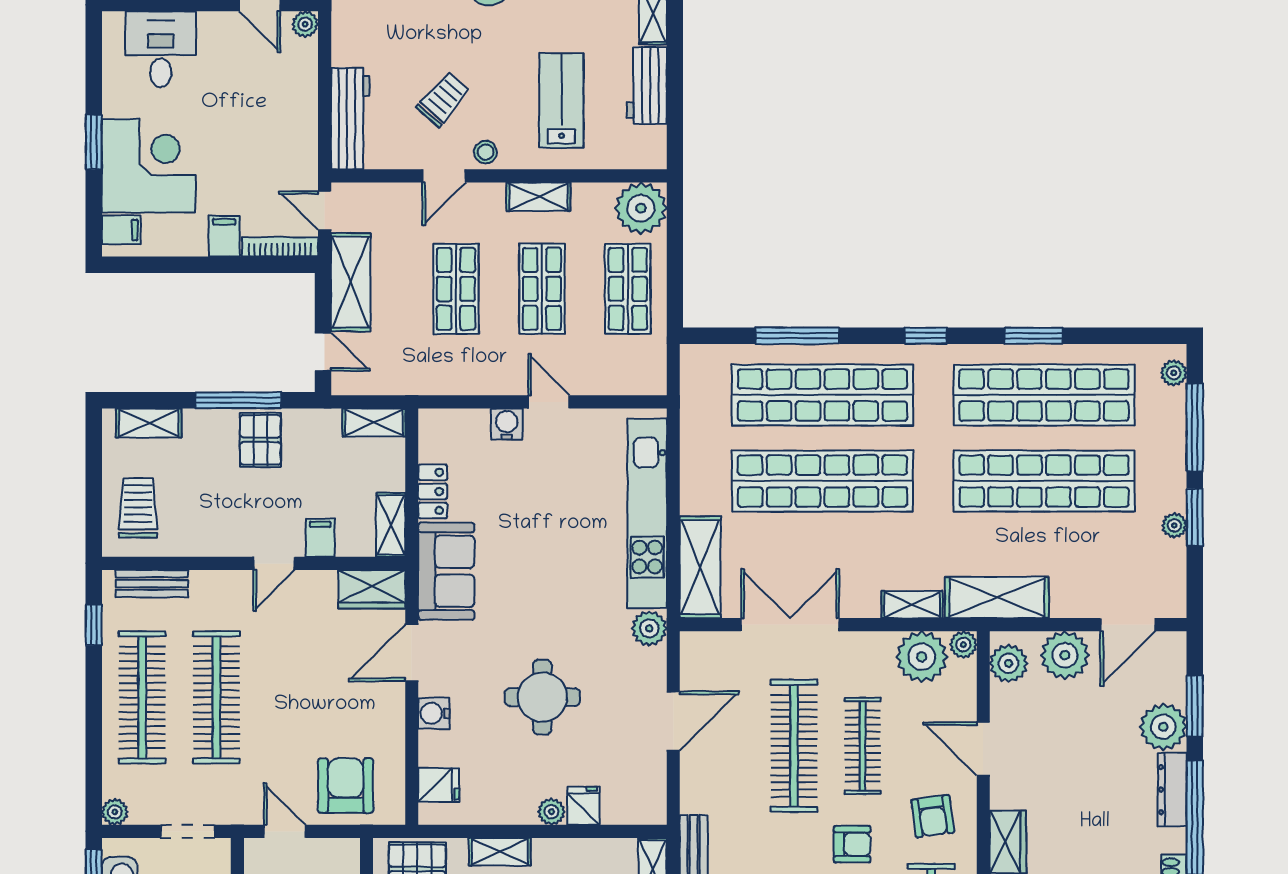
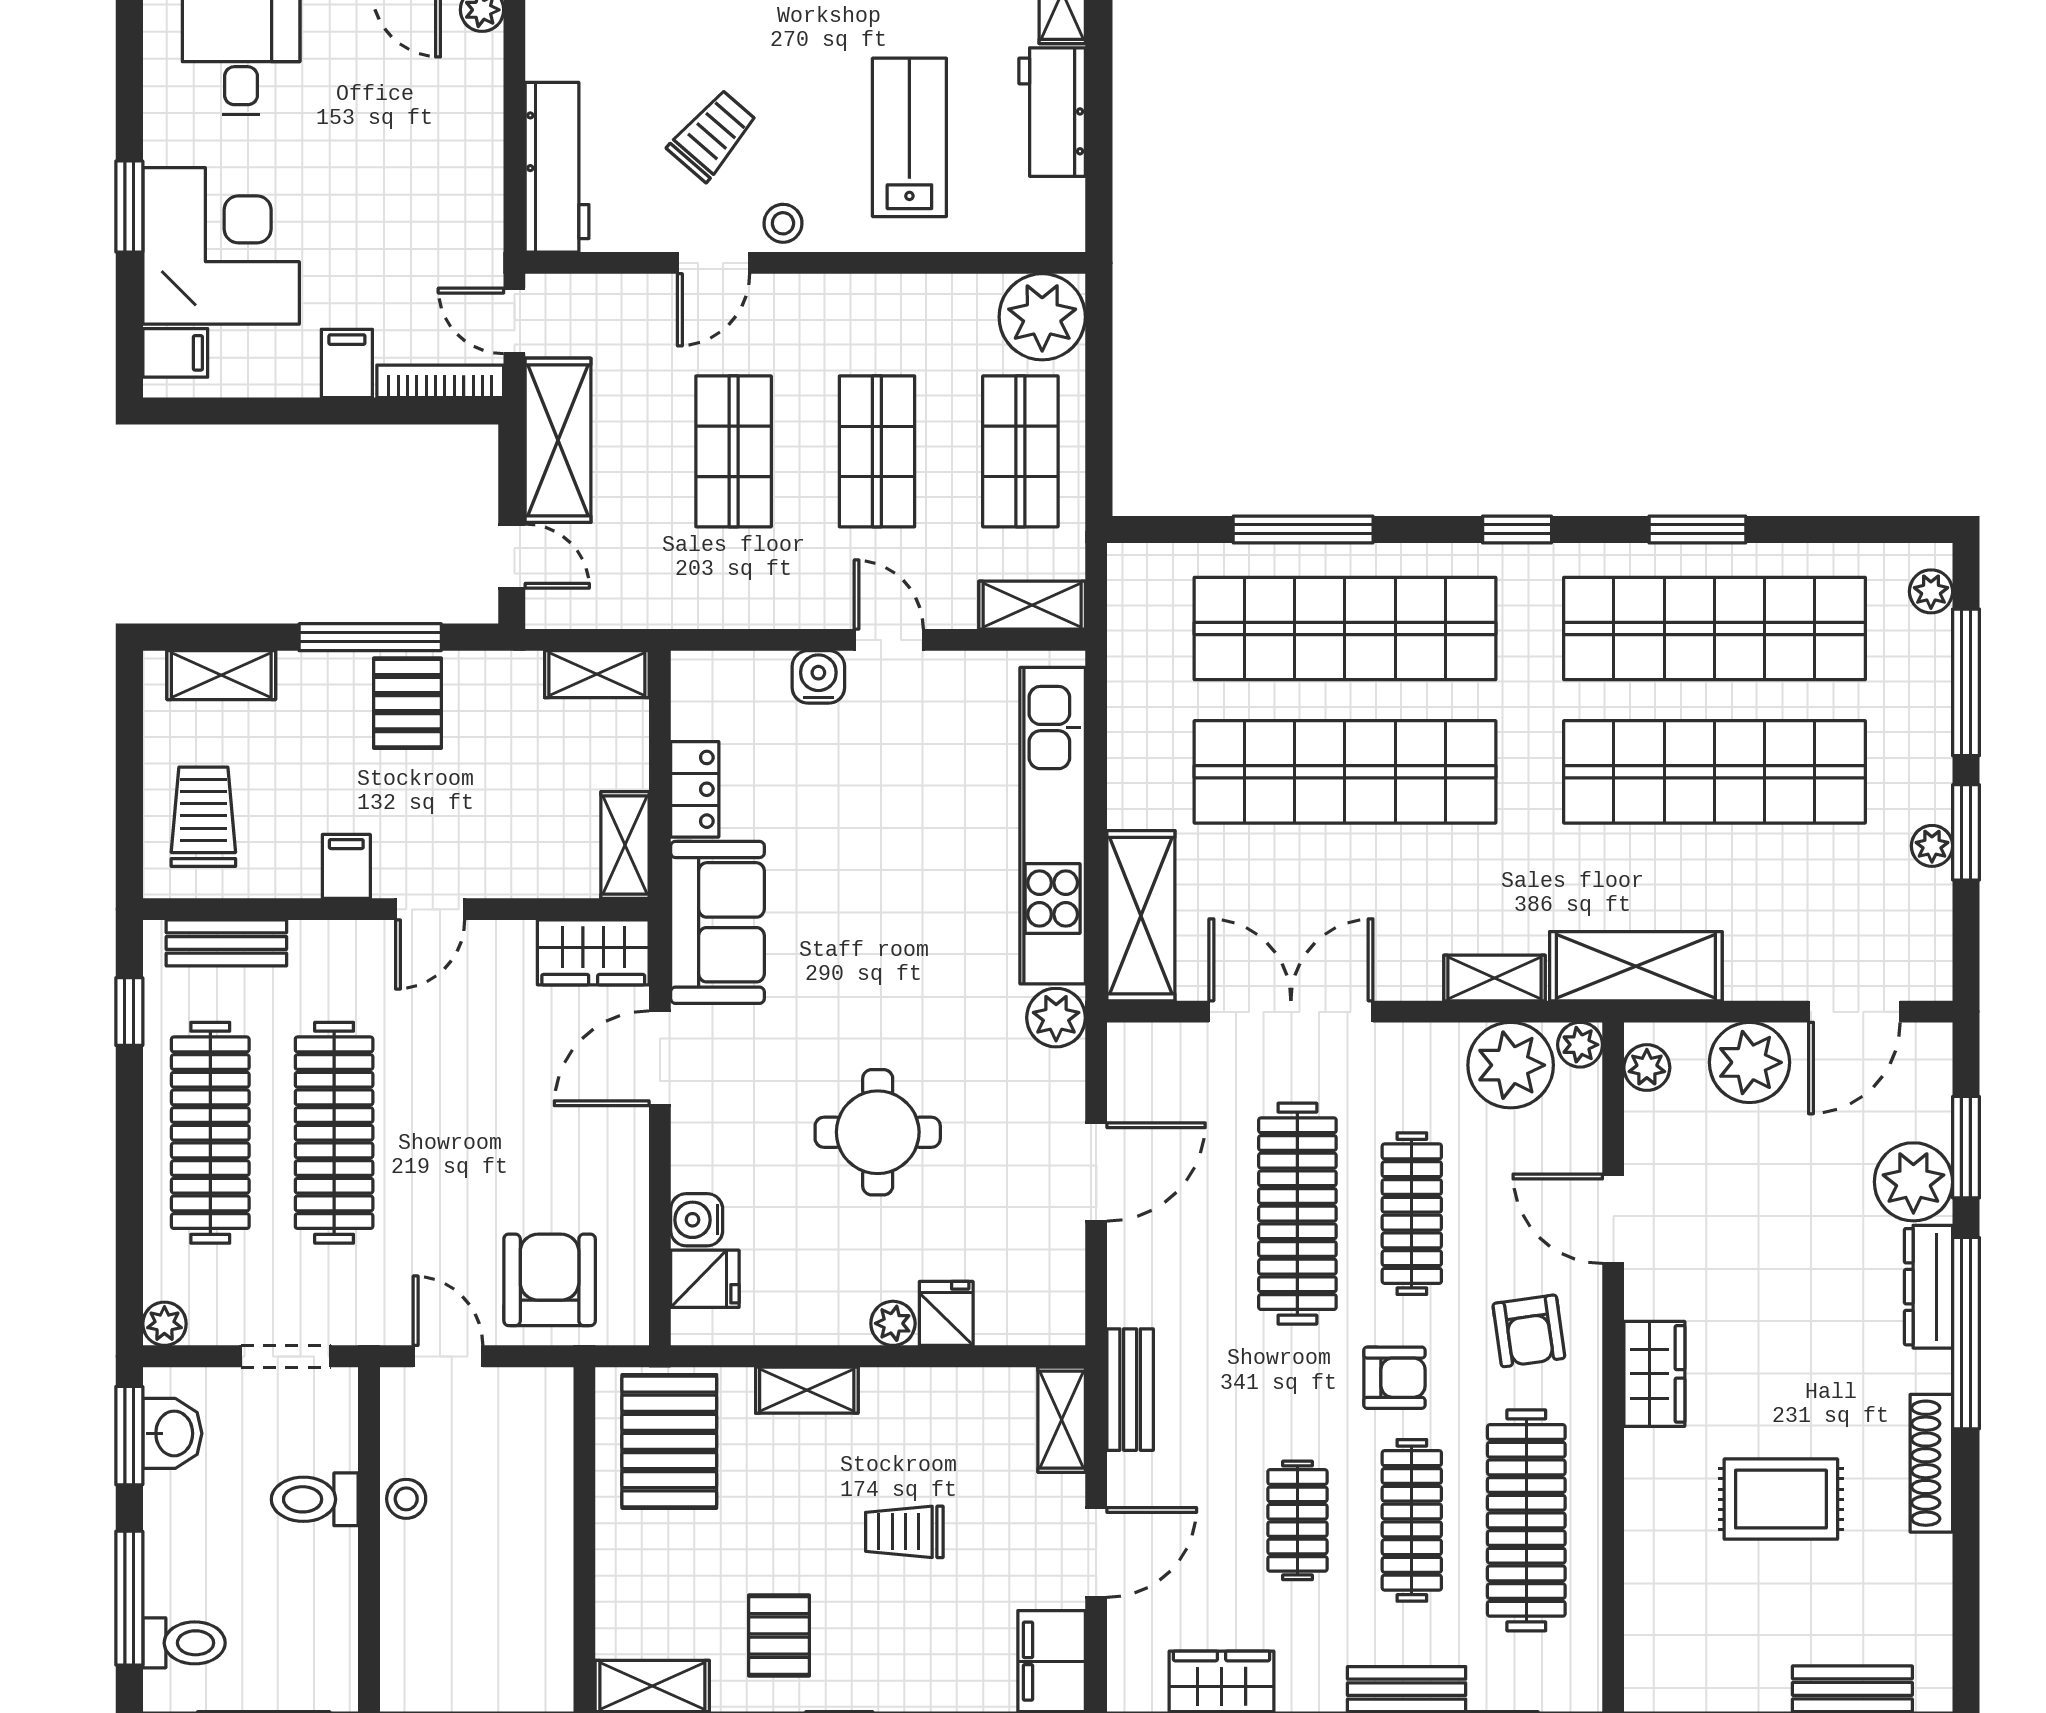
shelving: (539, 197) -> (1032, 605), moved
filing cabinet: (320, 538) -> (346, 866), moved
plant: (1009, 663) -> (1647, 1068), width x0.73, depth x0.73
water cooler: (434, 713) -> (697, 1220), moved

